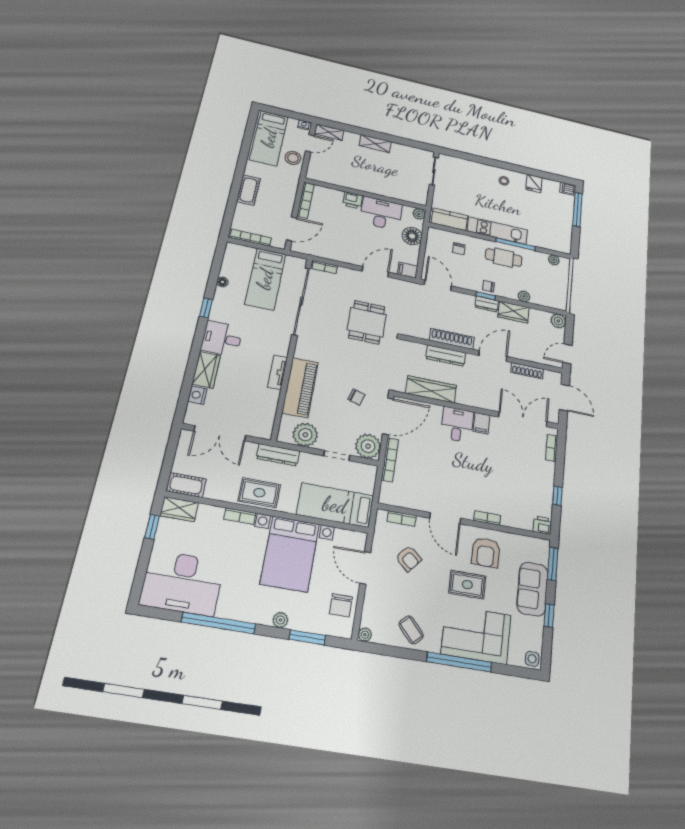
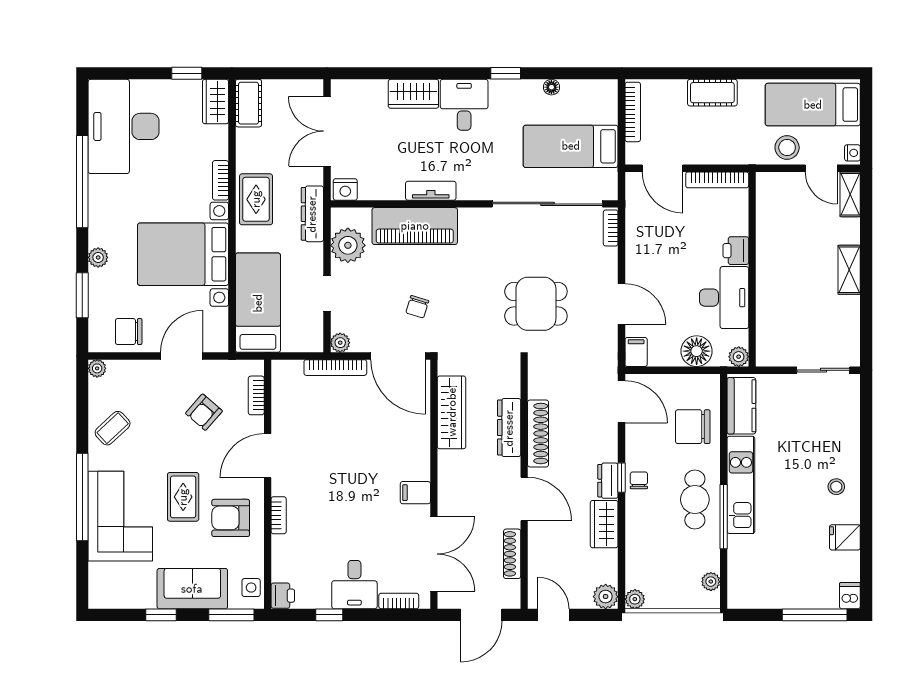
chair: (459, 249) -> (693, 427), width x1.87, depth x1.87
door: (438, 285) -> (622, 402), hinge flipped
plant: (524, 296) -> (635, 599), moved
nightstand: (197, 395) -> (345, 189), moved, turned 180
desk: (457, 425) -> (354, 585), moved, turned 90
plant: (368, 446) -> (340, 343), width x0.53, depth x0.53
side table: (532, 659) -> (251, 588), moved

